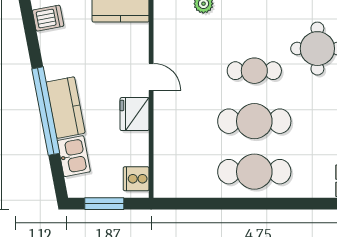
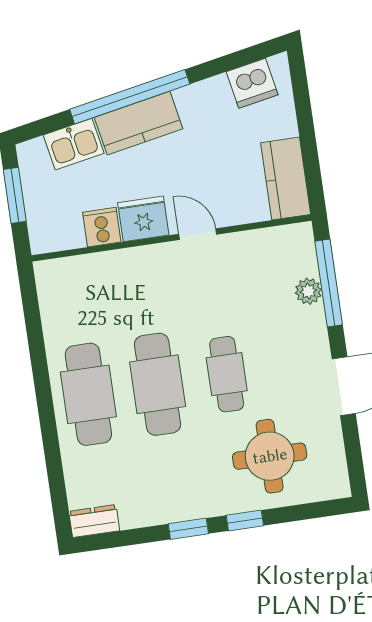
dishwasher: (48, 18) -> (252, 83), width x1.38
door: (151, 77) -> (198, 234), swing flipped
cooker: (136, 179) -> (102, 227), moved

